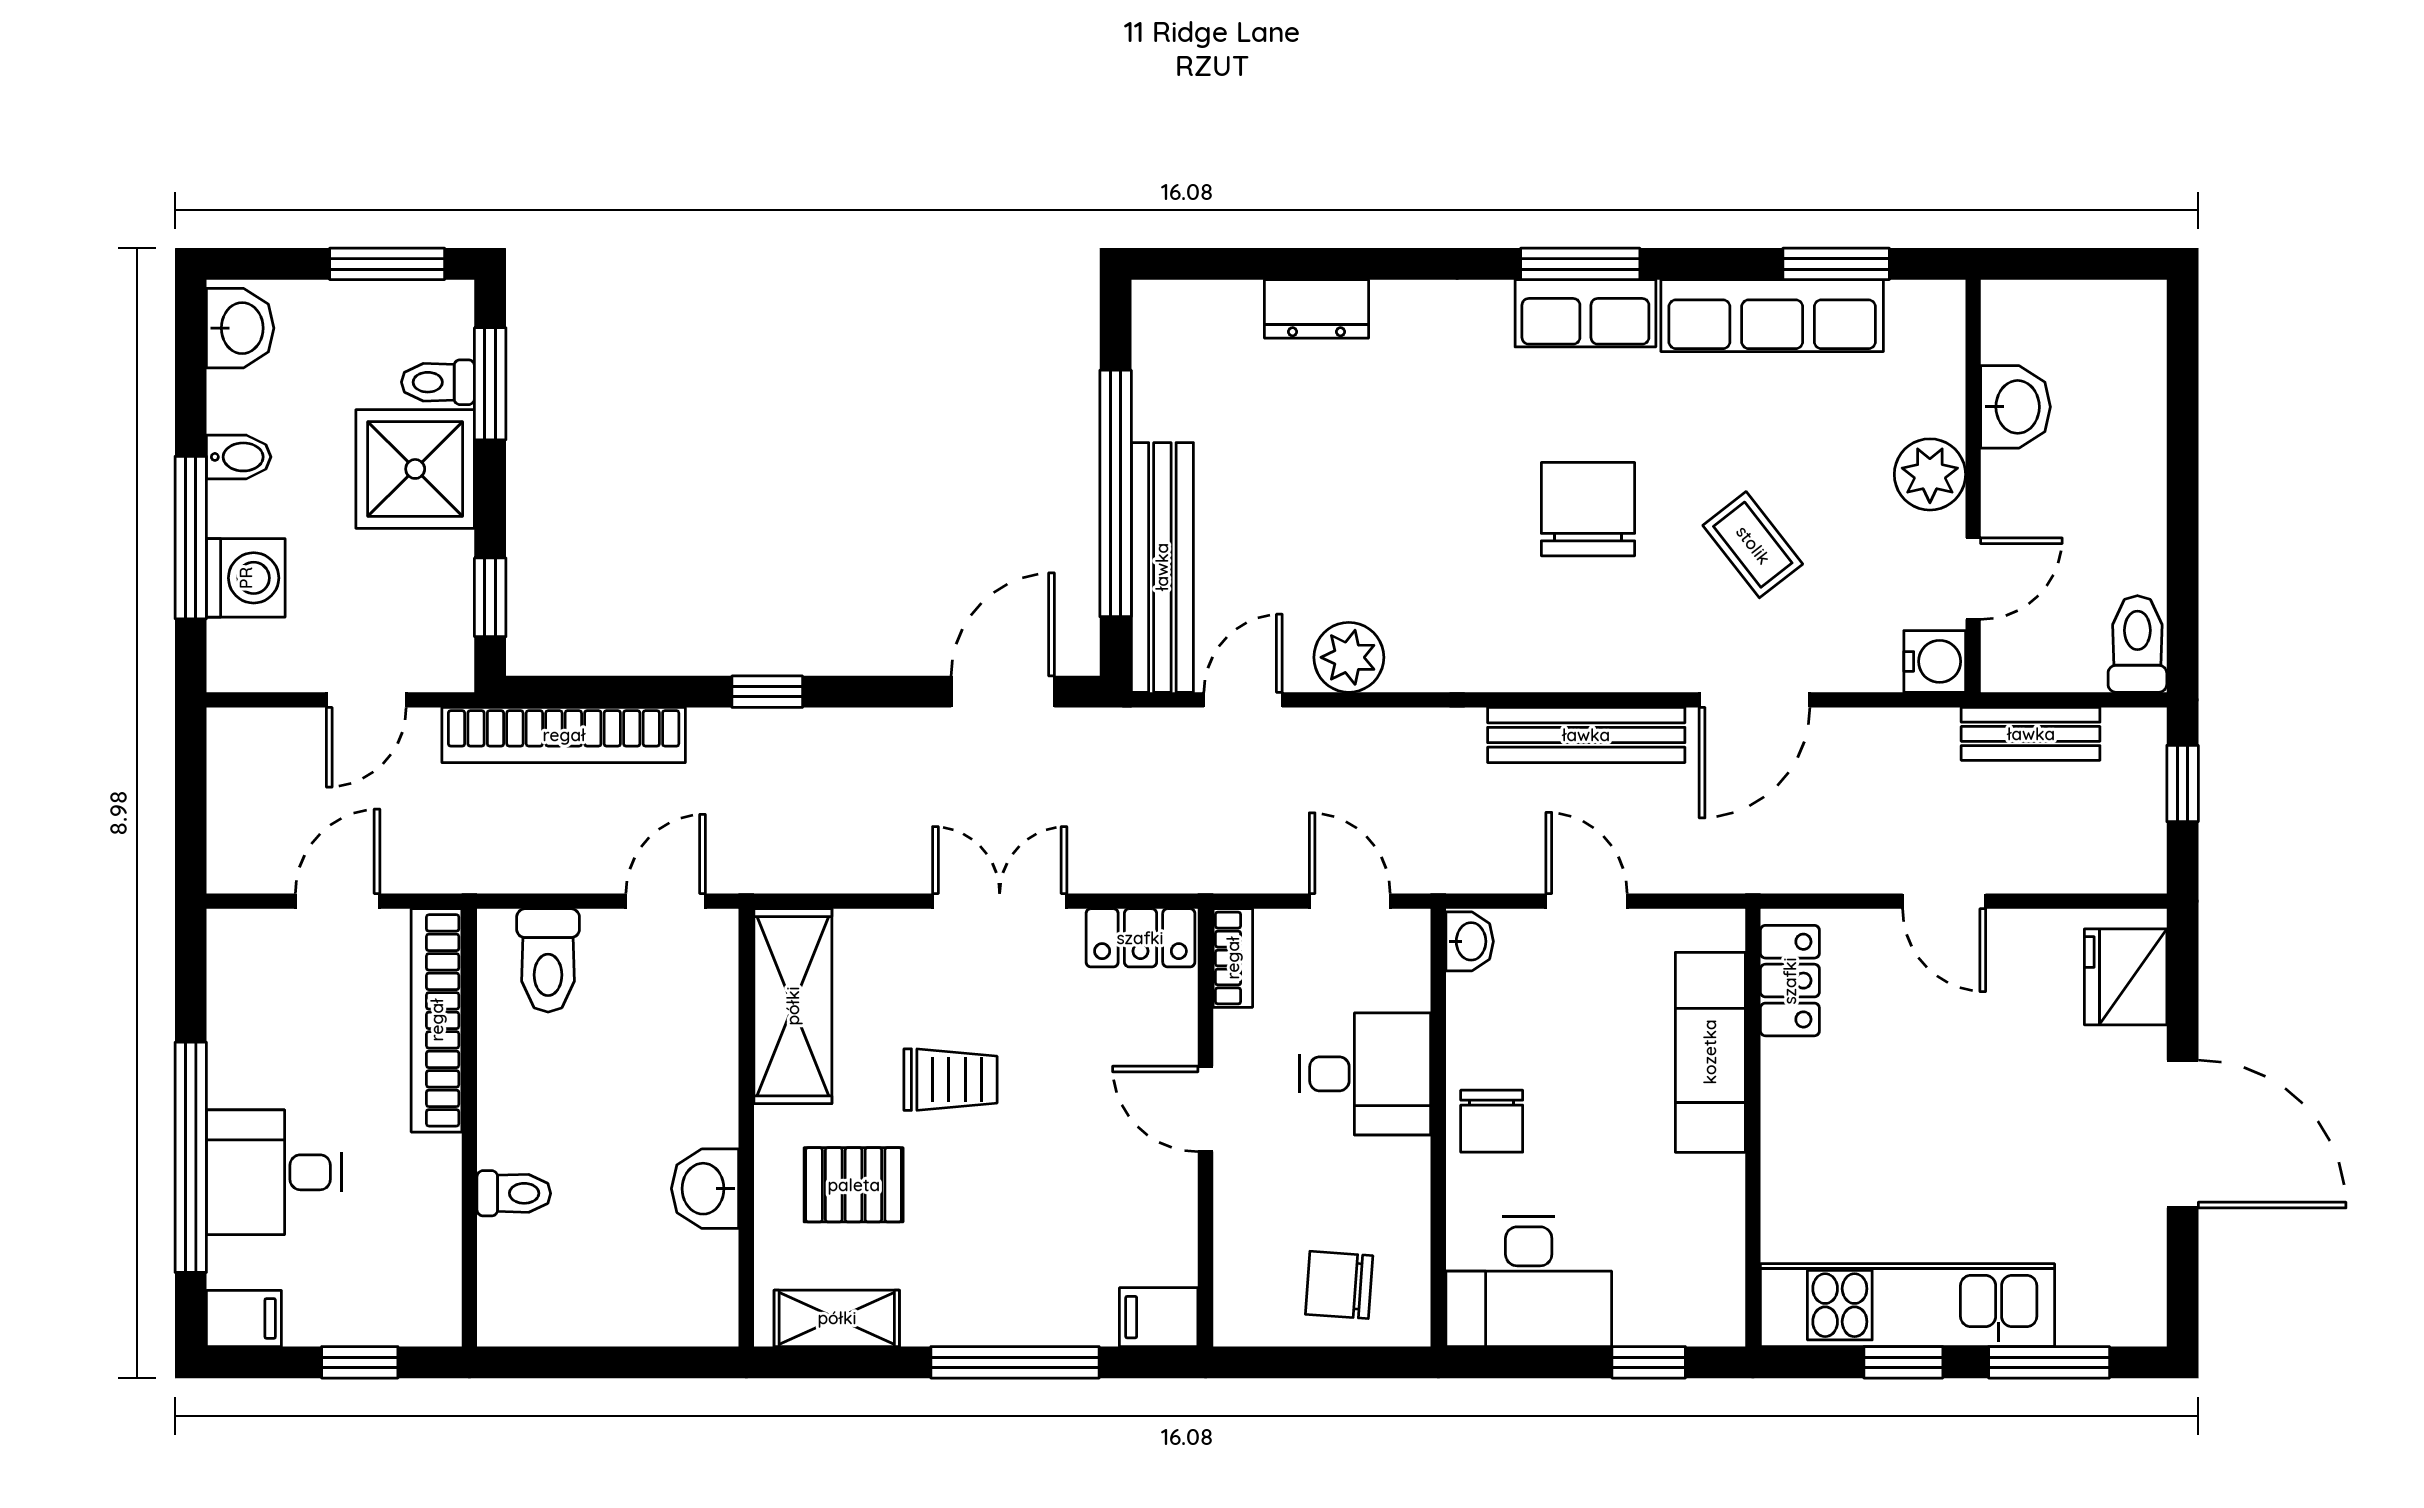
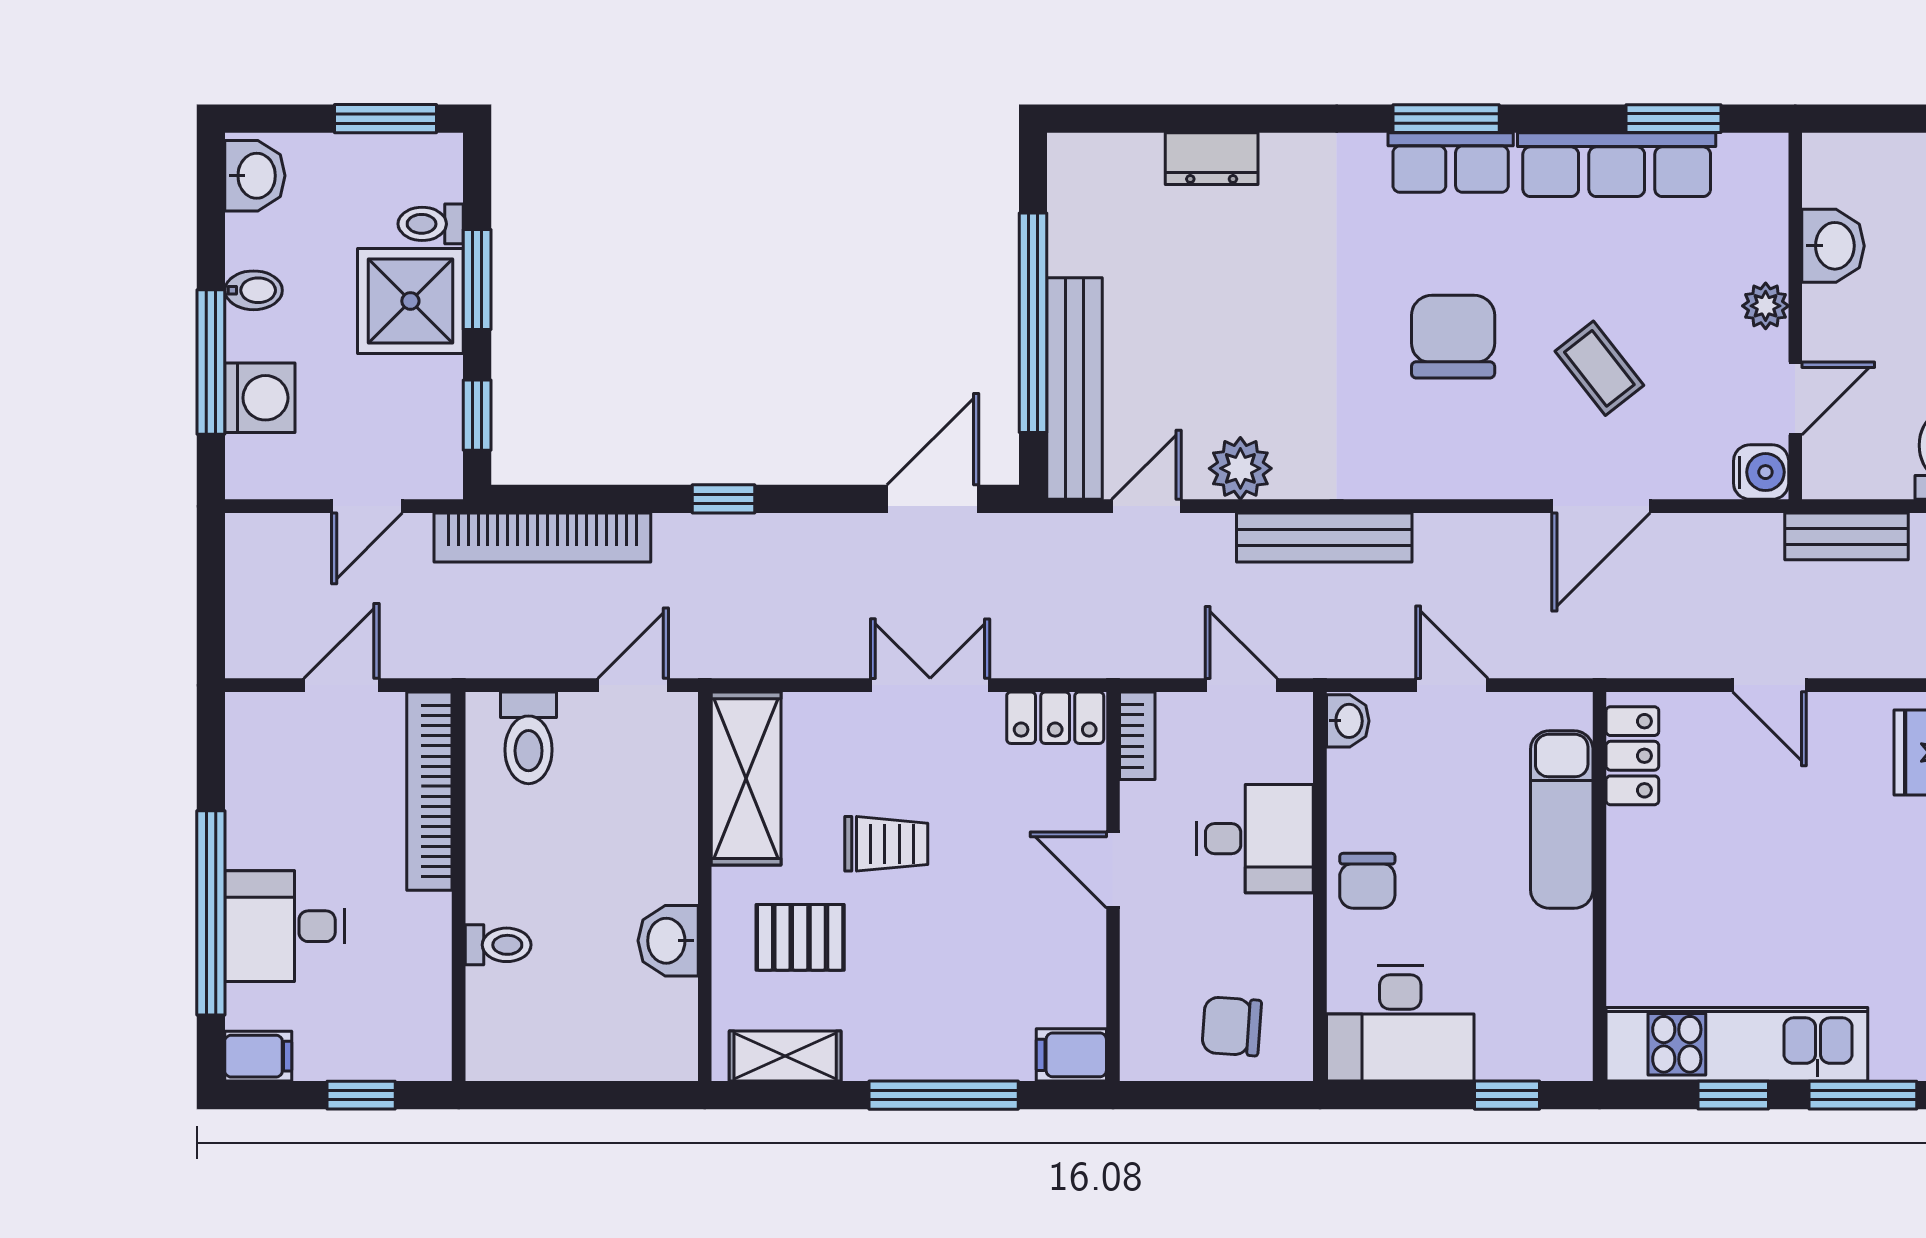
window: (490, 384) -> (477, 279), moved
plant: (1930, 474) -> (1766, 306), width x0.73, depth x0.73
bench: (1586, 735) -> (1324, 537), moved

